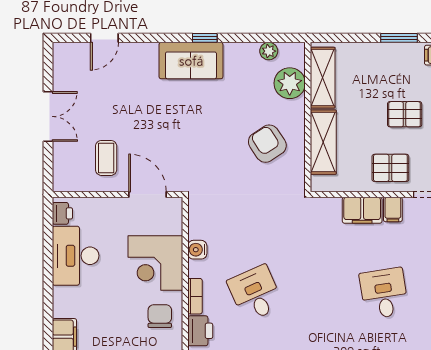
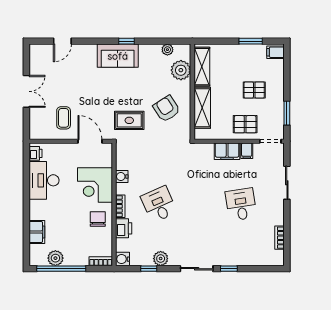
rug: (209, 162) -> (129, 120), added

